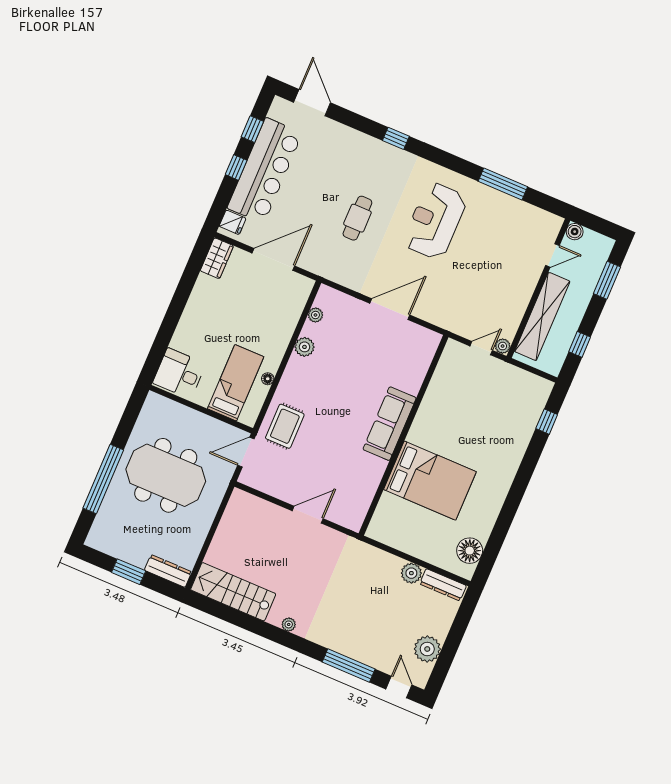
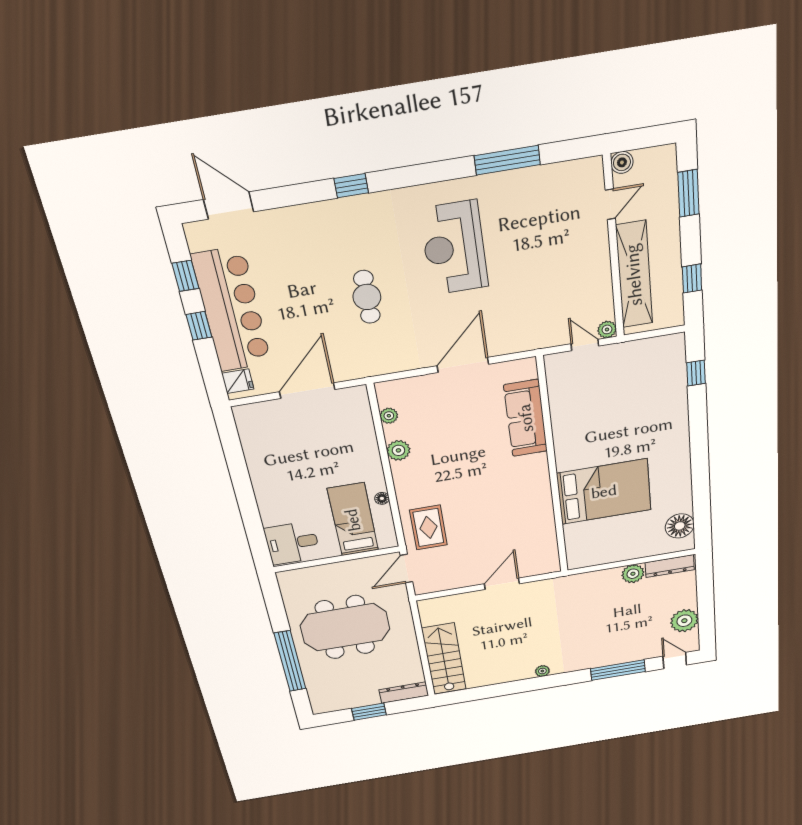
wardrobe: (217, 258) -> (248, 424), removed
door: (481, 348) -> (585, 345), hinge flipped
sofa: (390, 424) -> (526, 418), moved
stairs: (233, 592) -> (444, 659), moved, turned 90

